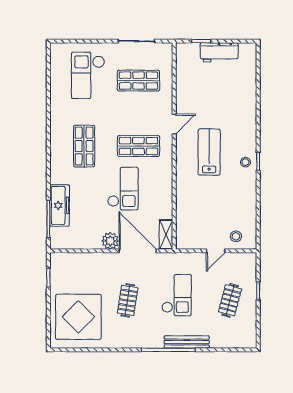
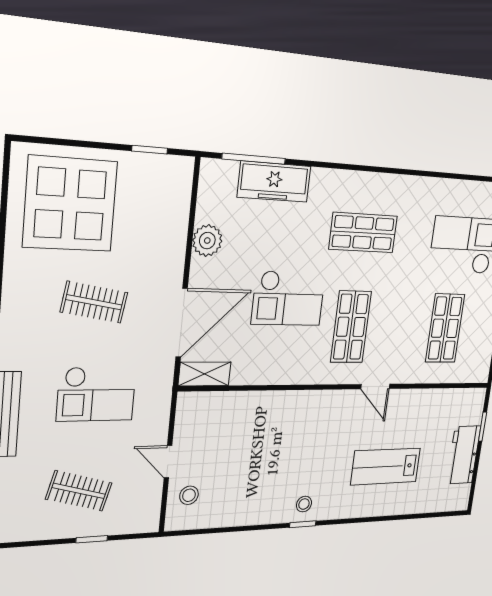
lab bench: (209, 152) -> (386, 466), moved, turned 180
plant: (110, 241) -> (207, 241), moved

